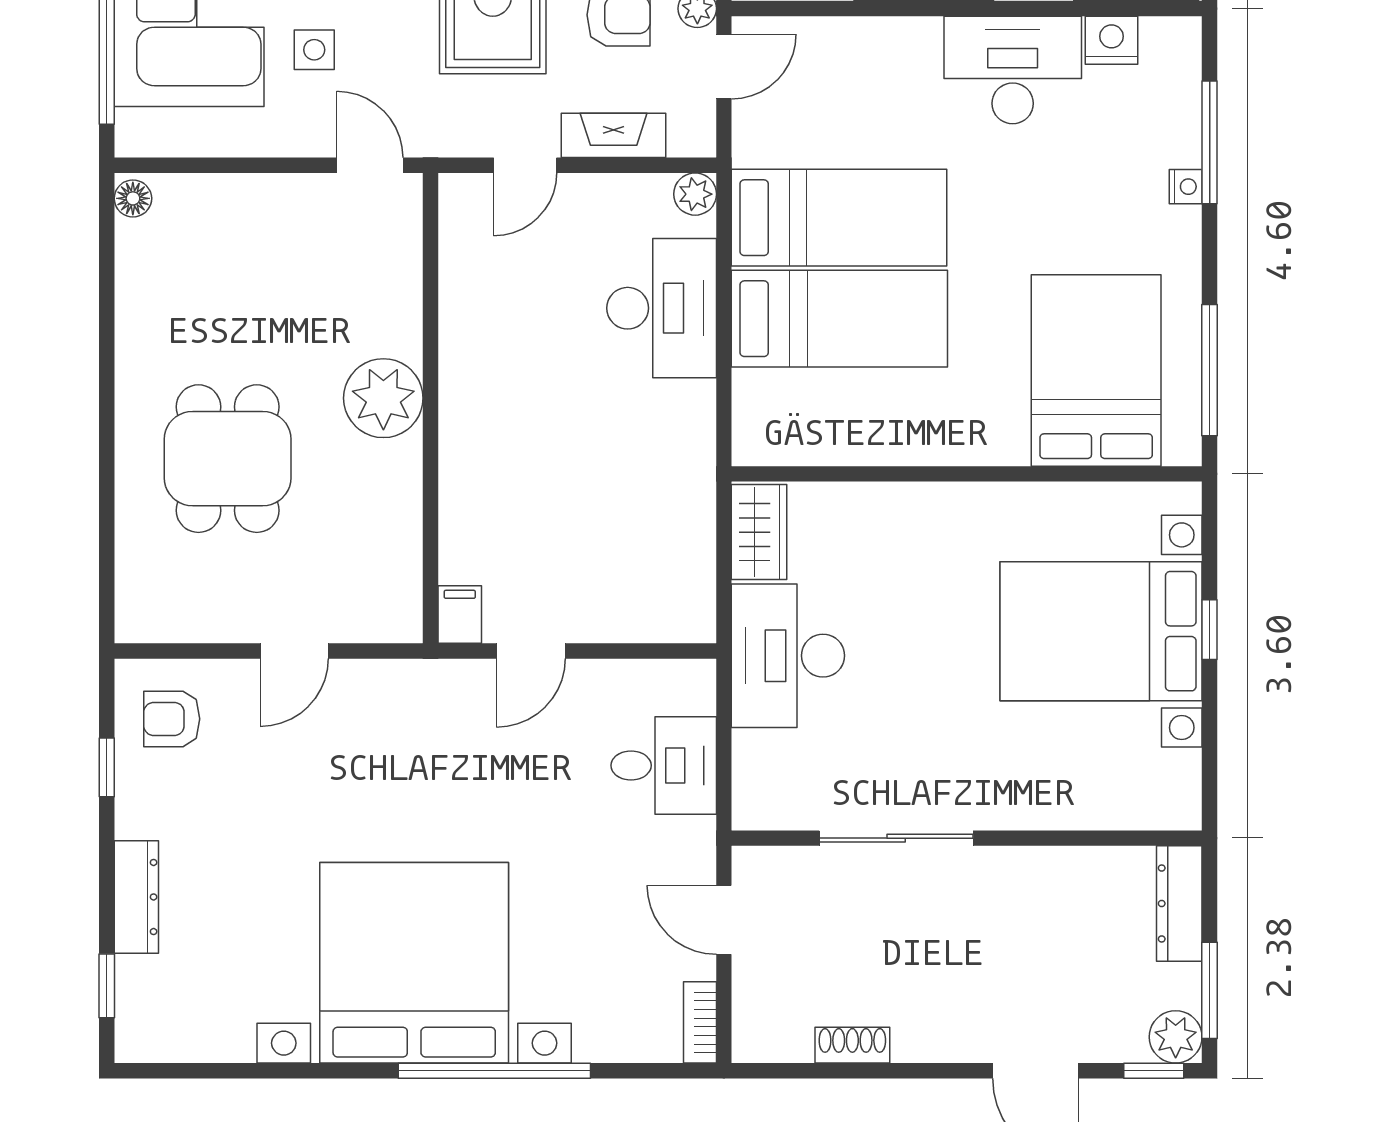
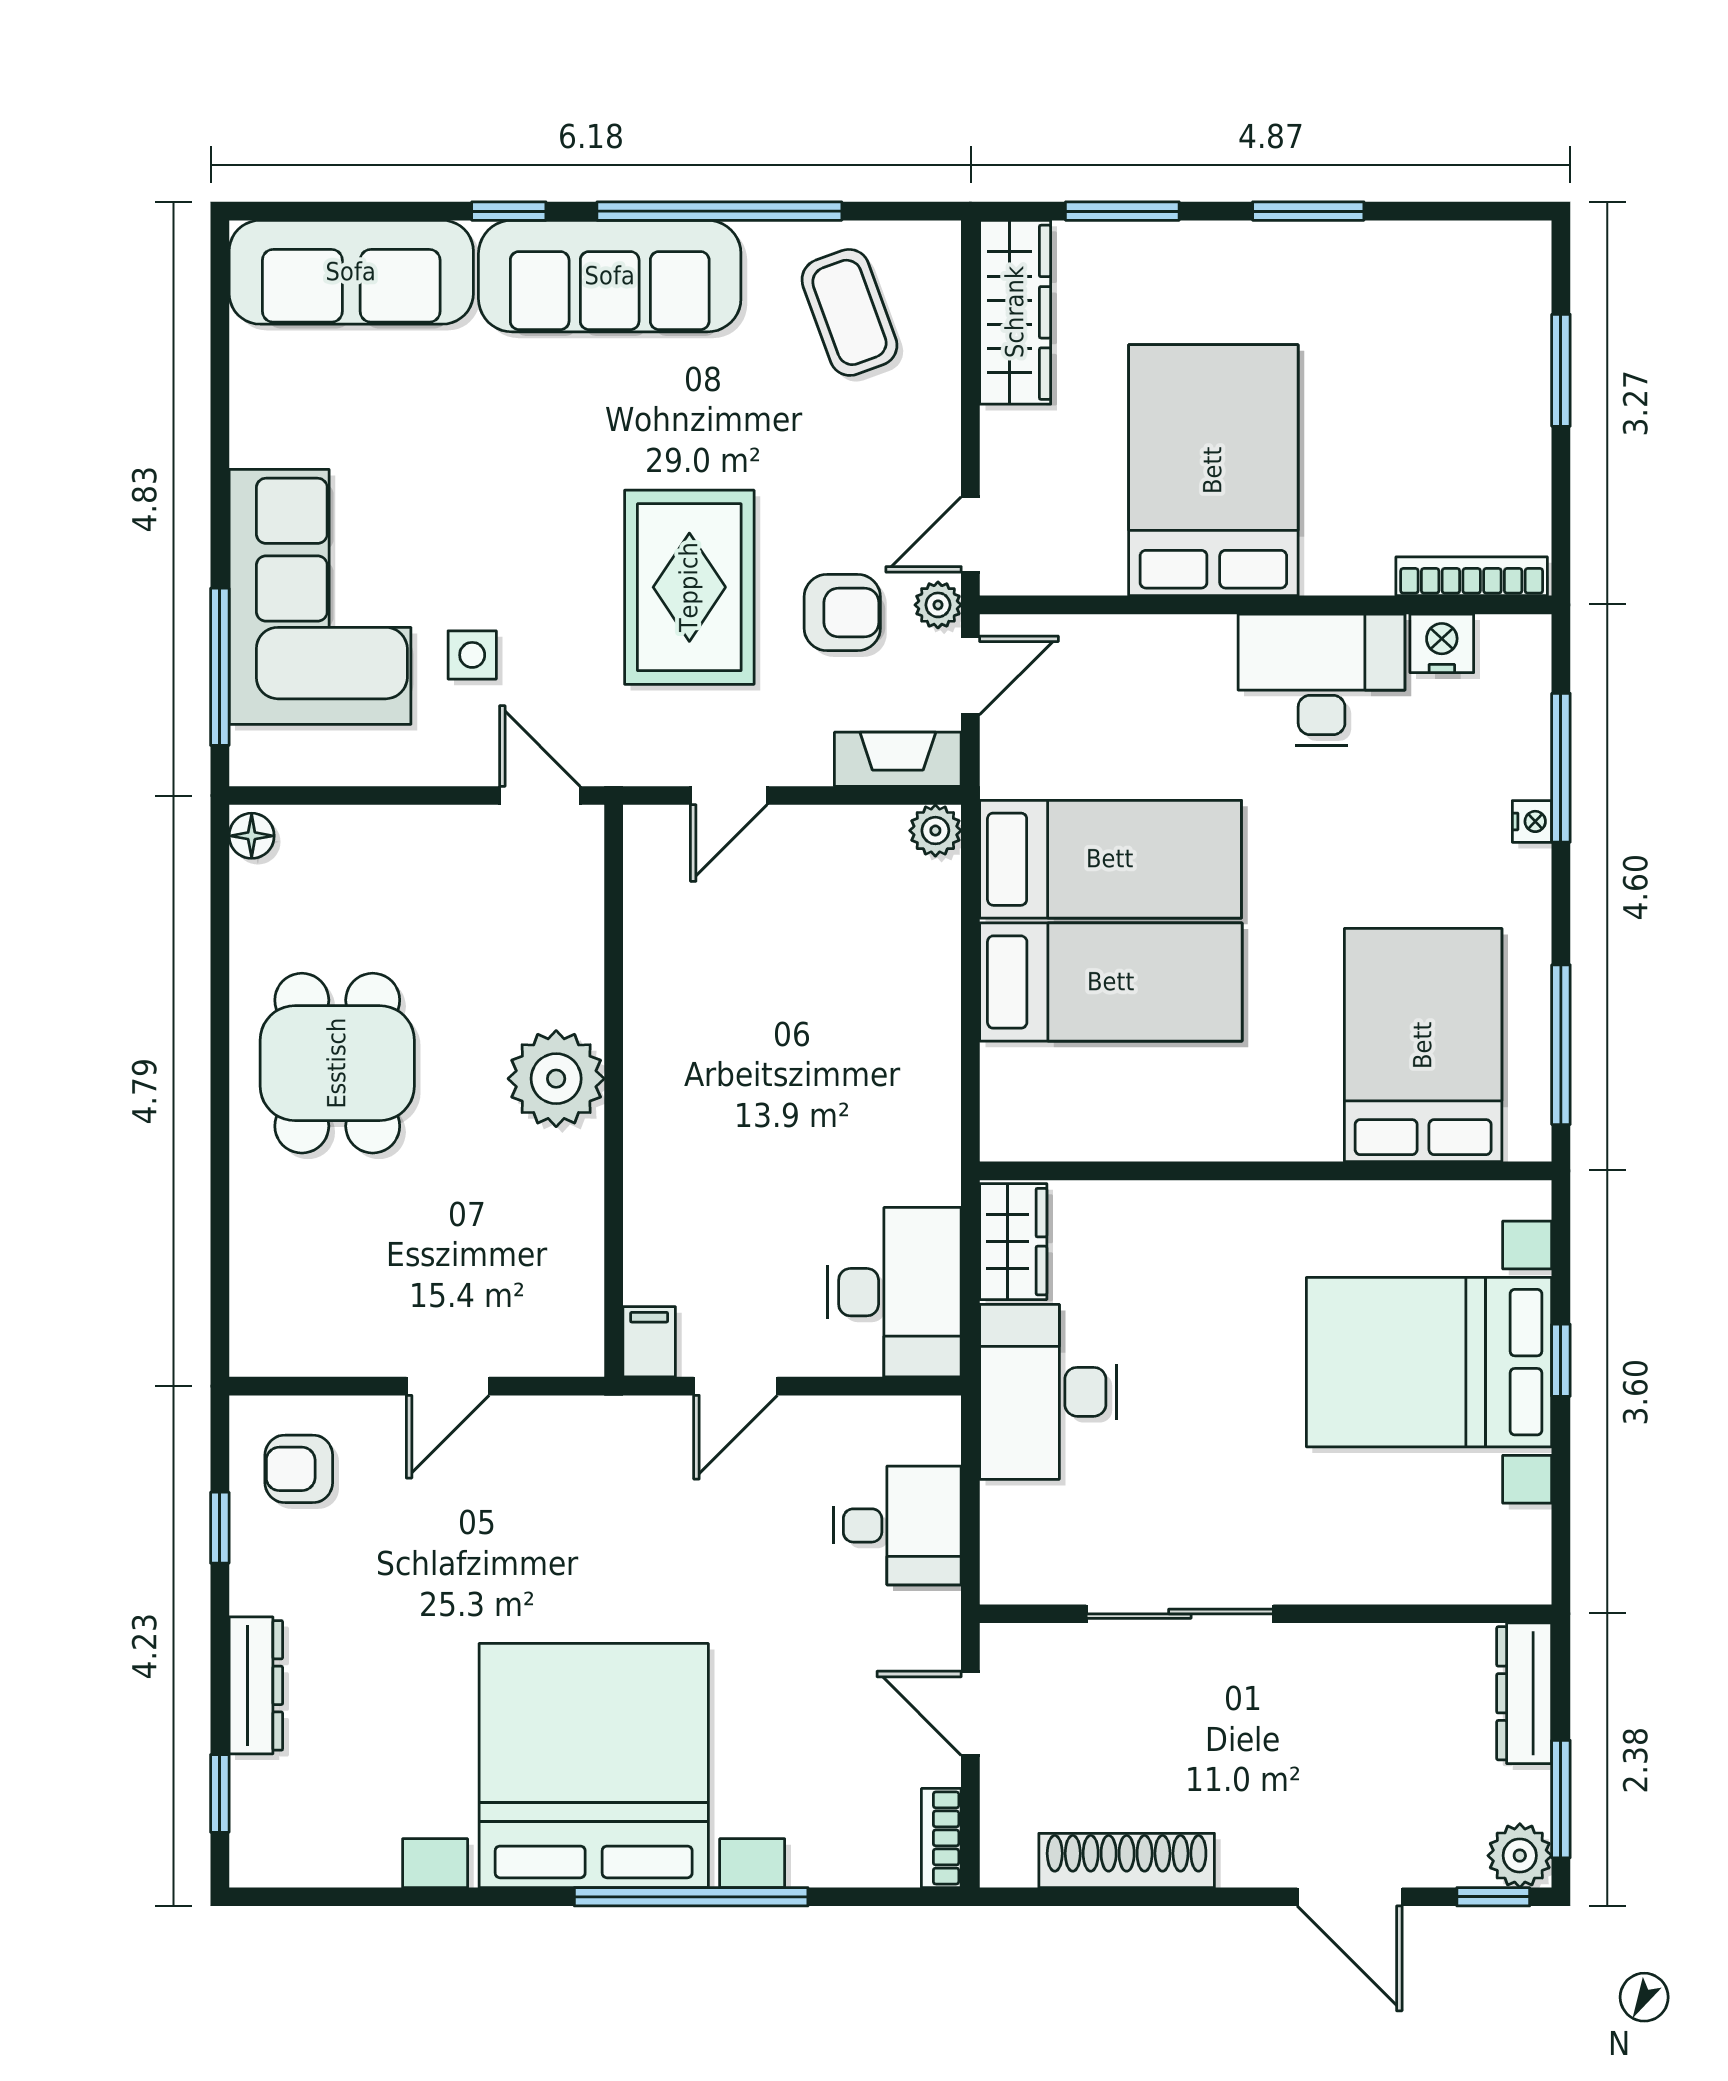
fireplace: (614, 135) -> (898, 759), moved
desk: (662, 308) -> (895, 1292), moved
dining table: (228, 459) -> (337, 1063), moved
shoe rack: (852, 1045) -> (1127, 1860), width x1.94, depth x1.24

